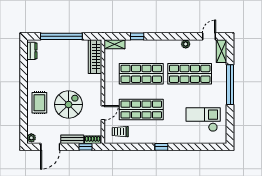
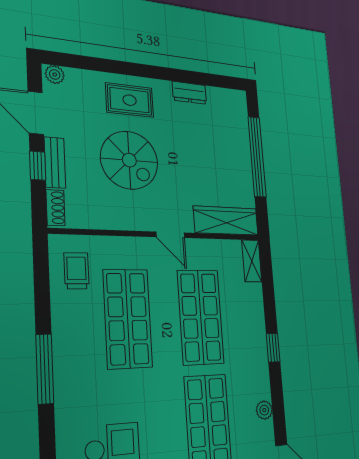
window: (137, 36) -> (273, 348), moved
dresser: (32, 51) -> (189, 93), moved
door: (103, 113) -> (170, 235), moved
window: (86, 147) -> (38, 166), moved
window: (161, 147) -> (45, 369), width x2.17

